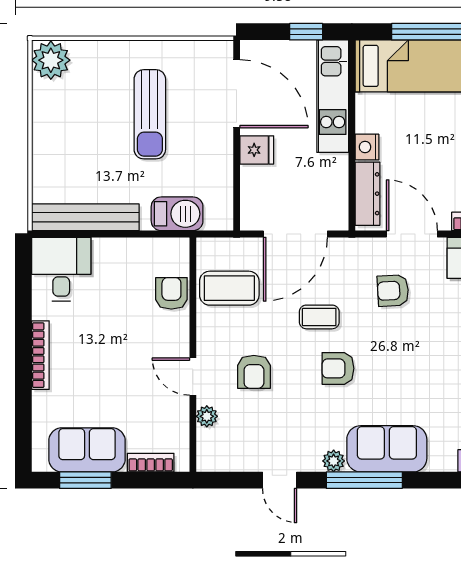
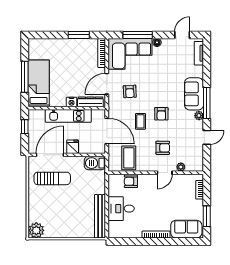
kitchen unit: (333, 96) -> (68, 116), moved
sun lounger: (150, 114) -> (52, 178), moved
barbecue: (177, 214) -> (95, 163), moved, turned -90
desk: (61, 269) -> (121, 209), moved
sofa: (87, 450) -> (186, 229), moved, turned 90

